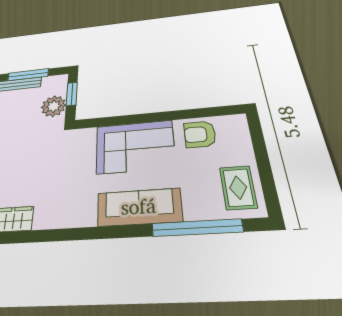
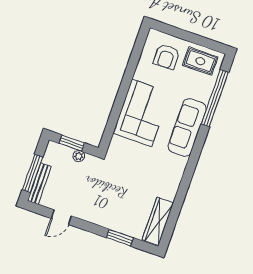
plant: (54, 106) -> (79, 156), width x0.53, depth x0.53
armchair: (200, 134) -> (167, 57), moved

